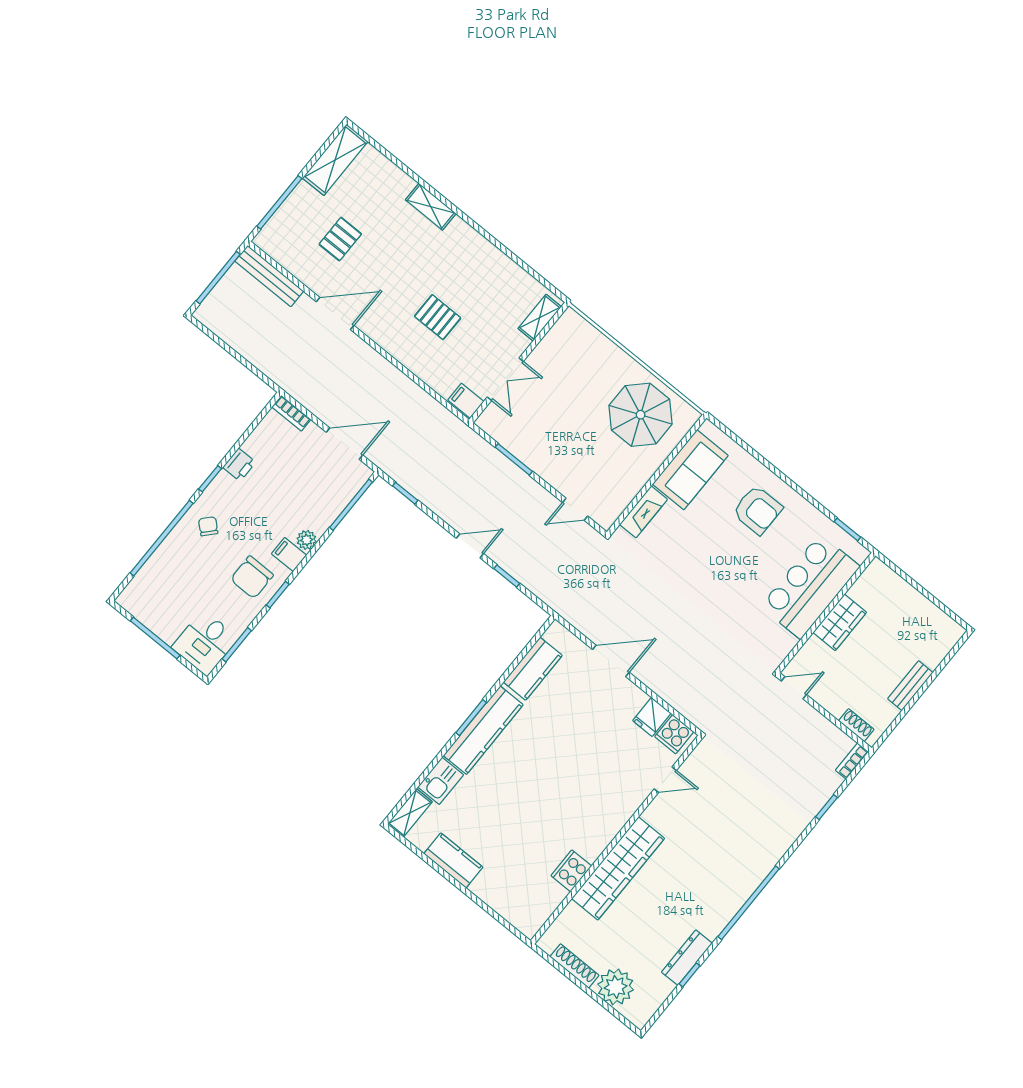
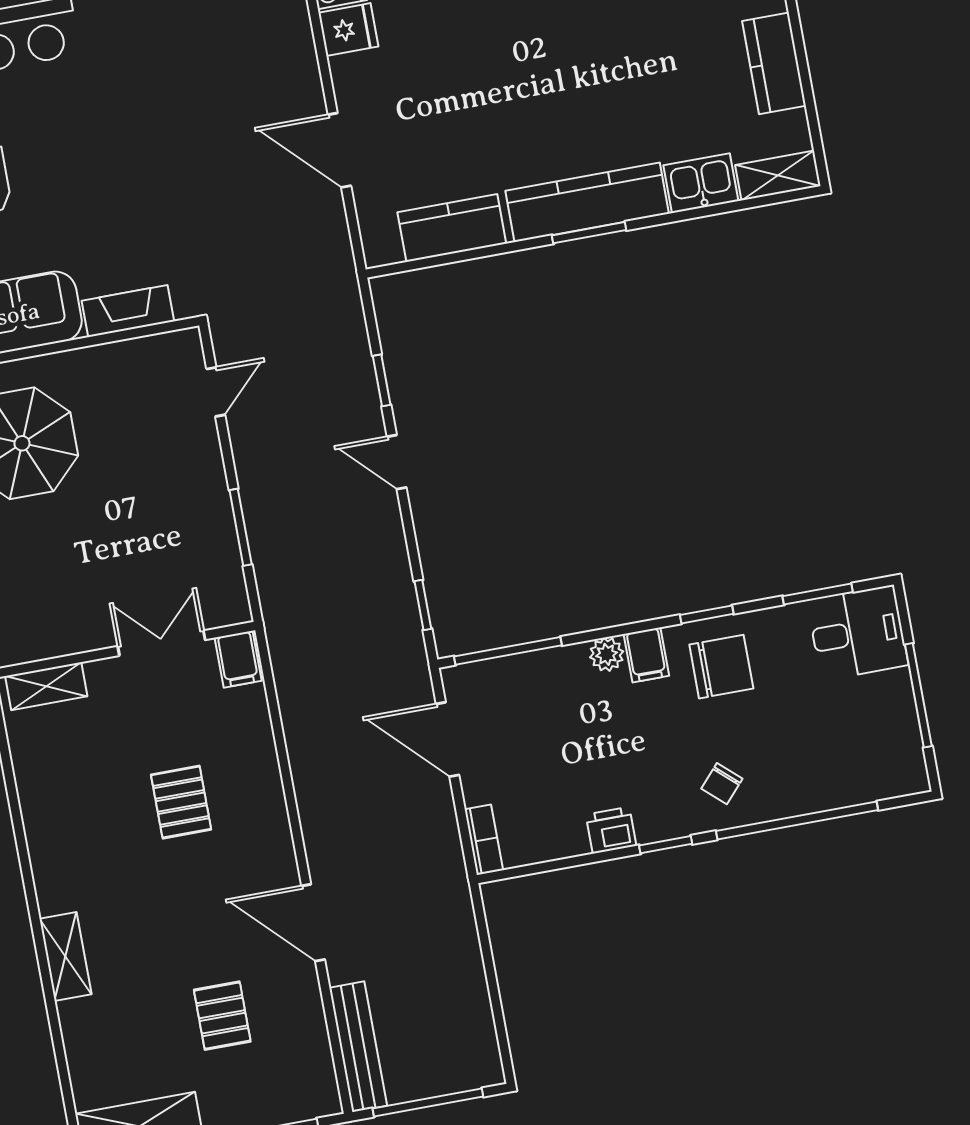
pallet: (340, 239) -> (222, 1016), turned 90
door: (575, 509) -> (216, 392), hinge flipped

